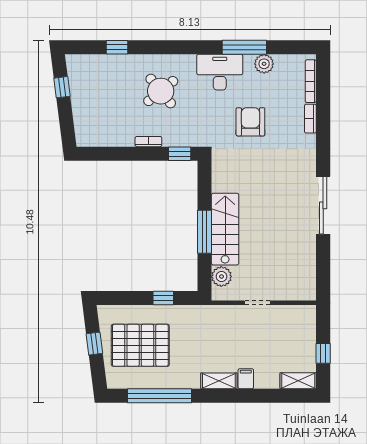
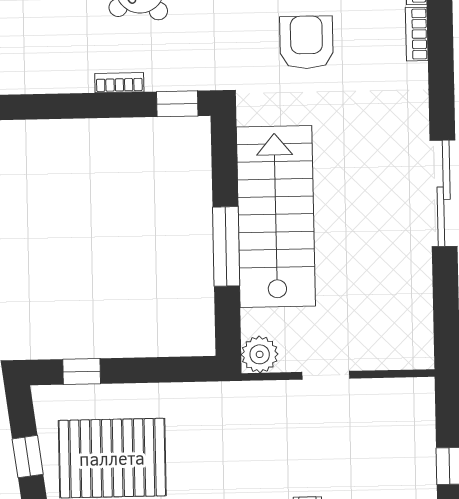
stairs: (225, 229) -> (276, 216), width x1.36, depth x1.51
plant: (221, 276) -> (260, 354), moved
window: (163, 298) -> (82, 371), moved

